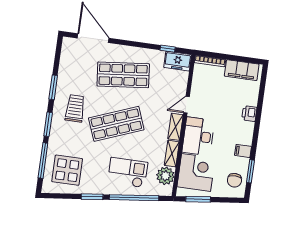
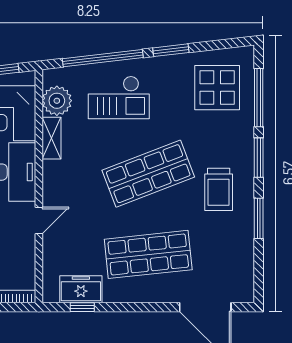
freezer: (178, 61) -> (81, 289), moved
shelving: (175, 127) -> (52, 182), removed

